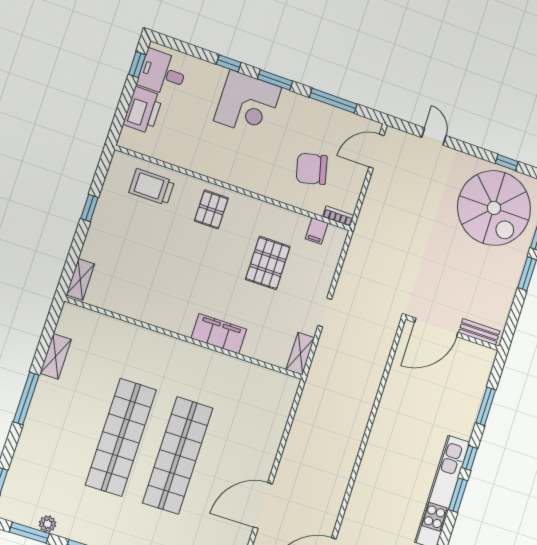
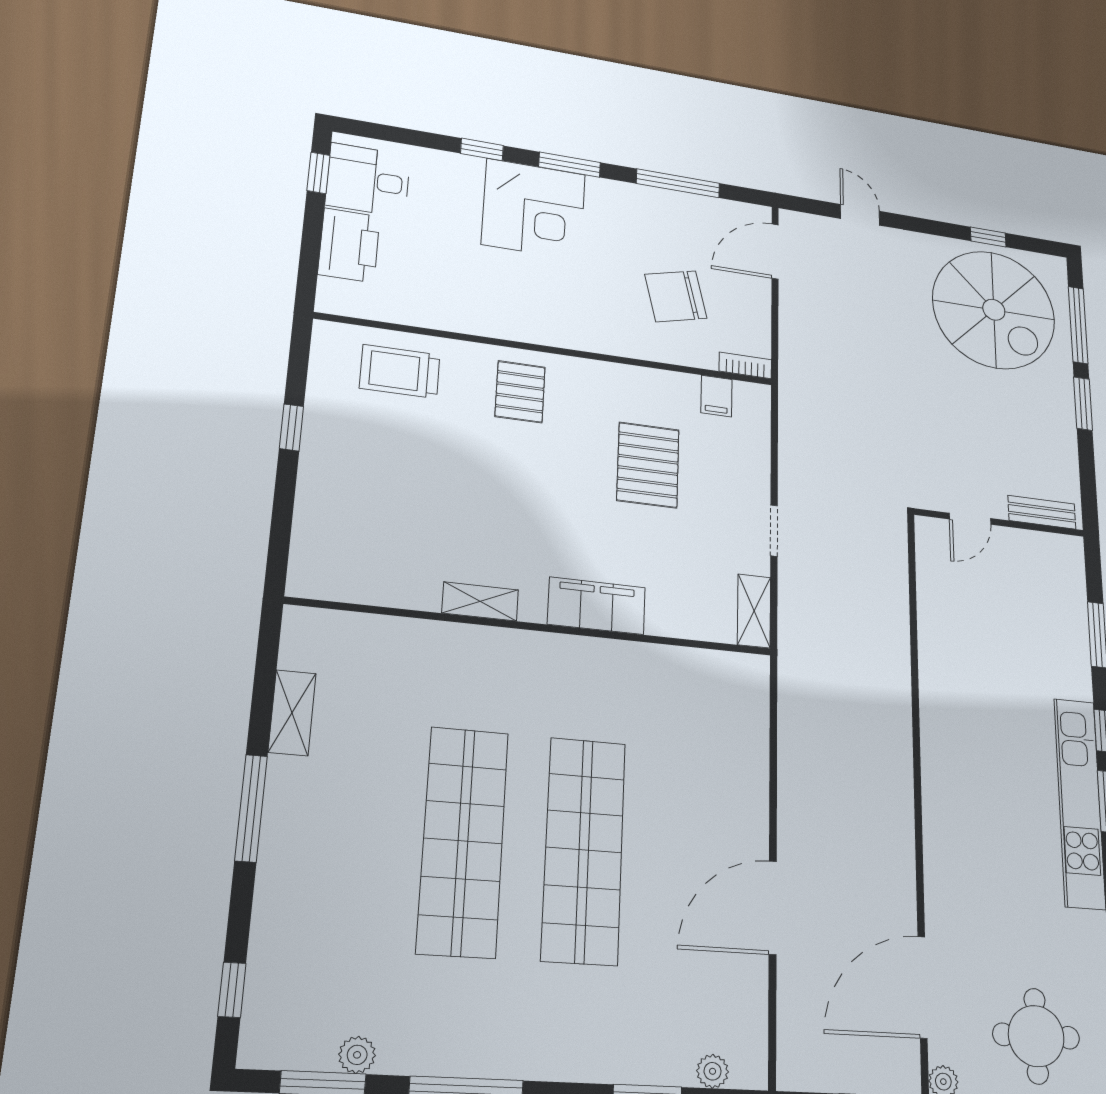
shelving: (80, 279) -> (480, 601), moved, turned 90
door: (436, 327) -> (970, 519), width x0.53

